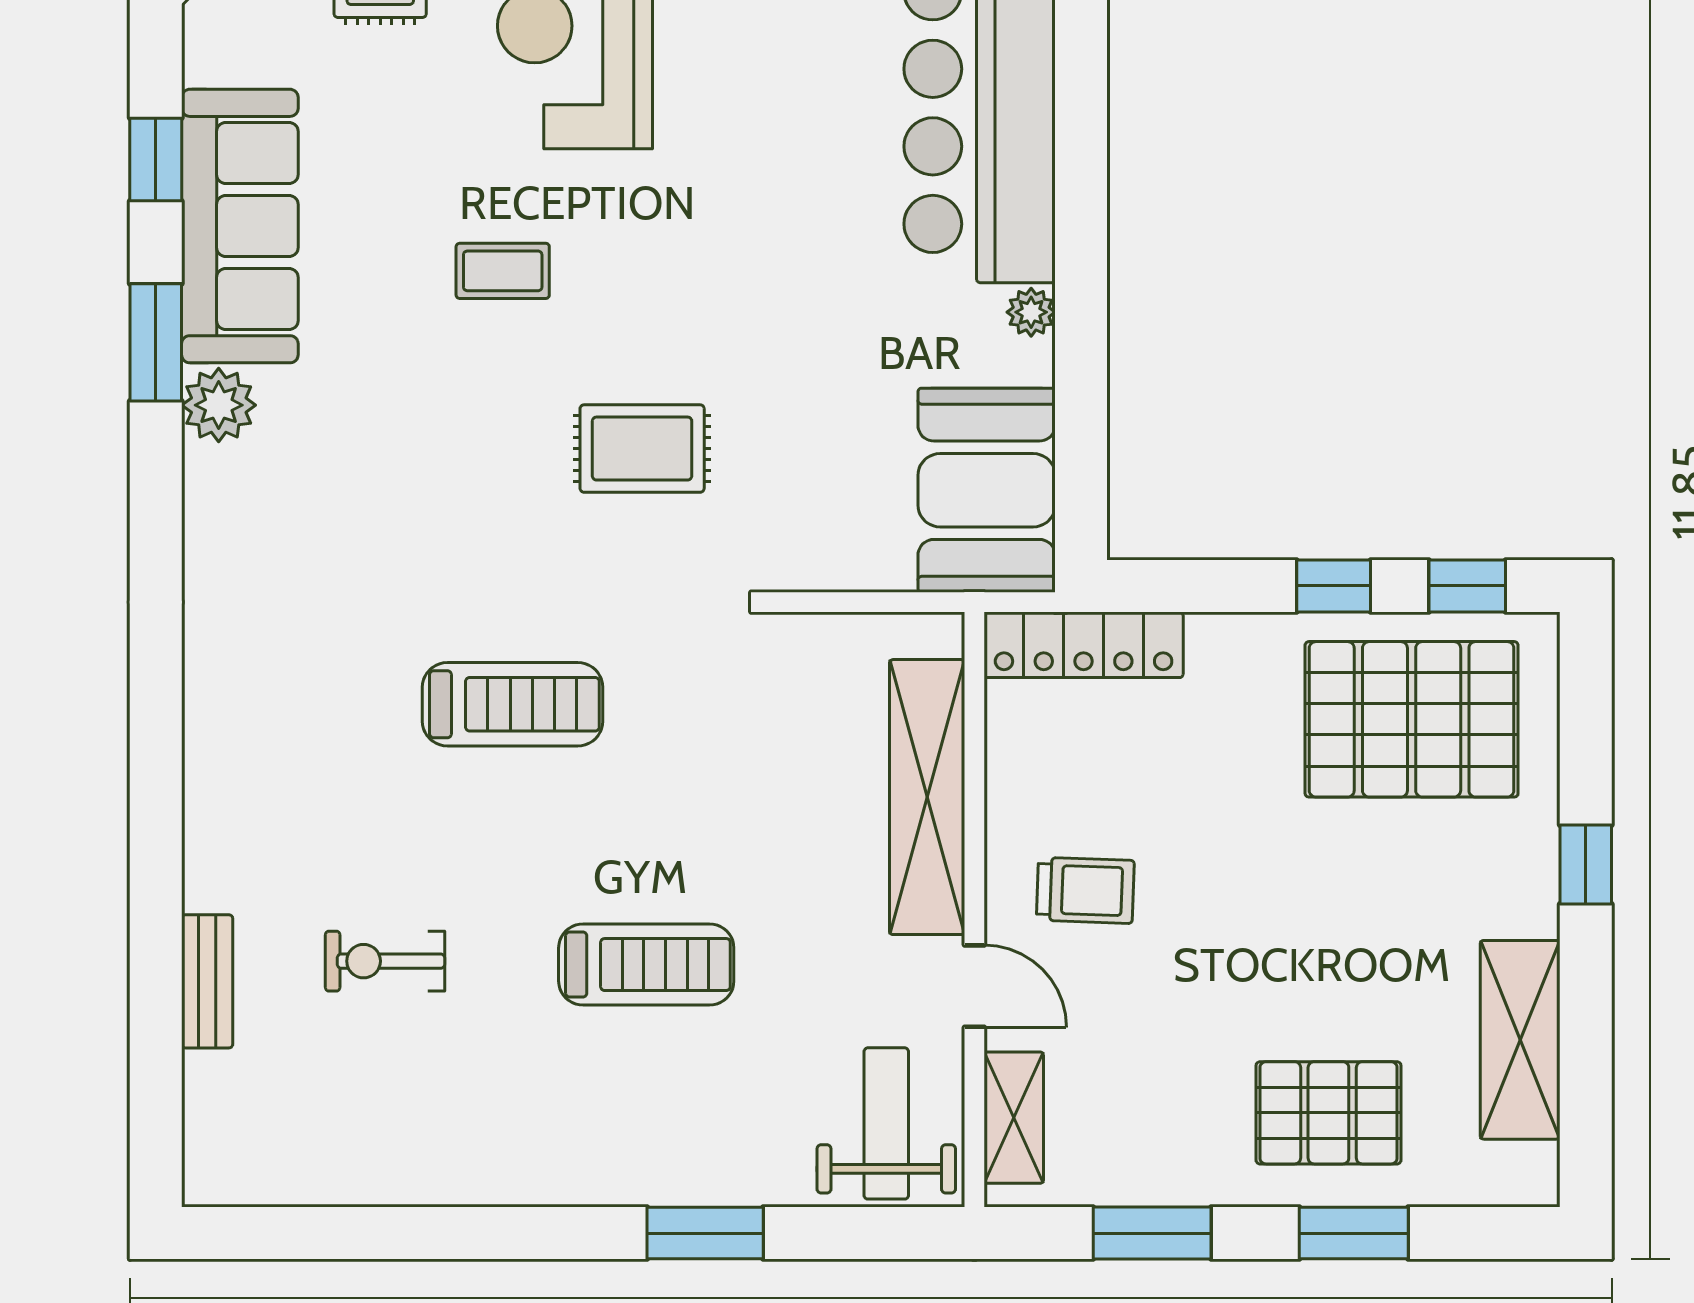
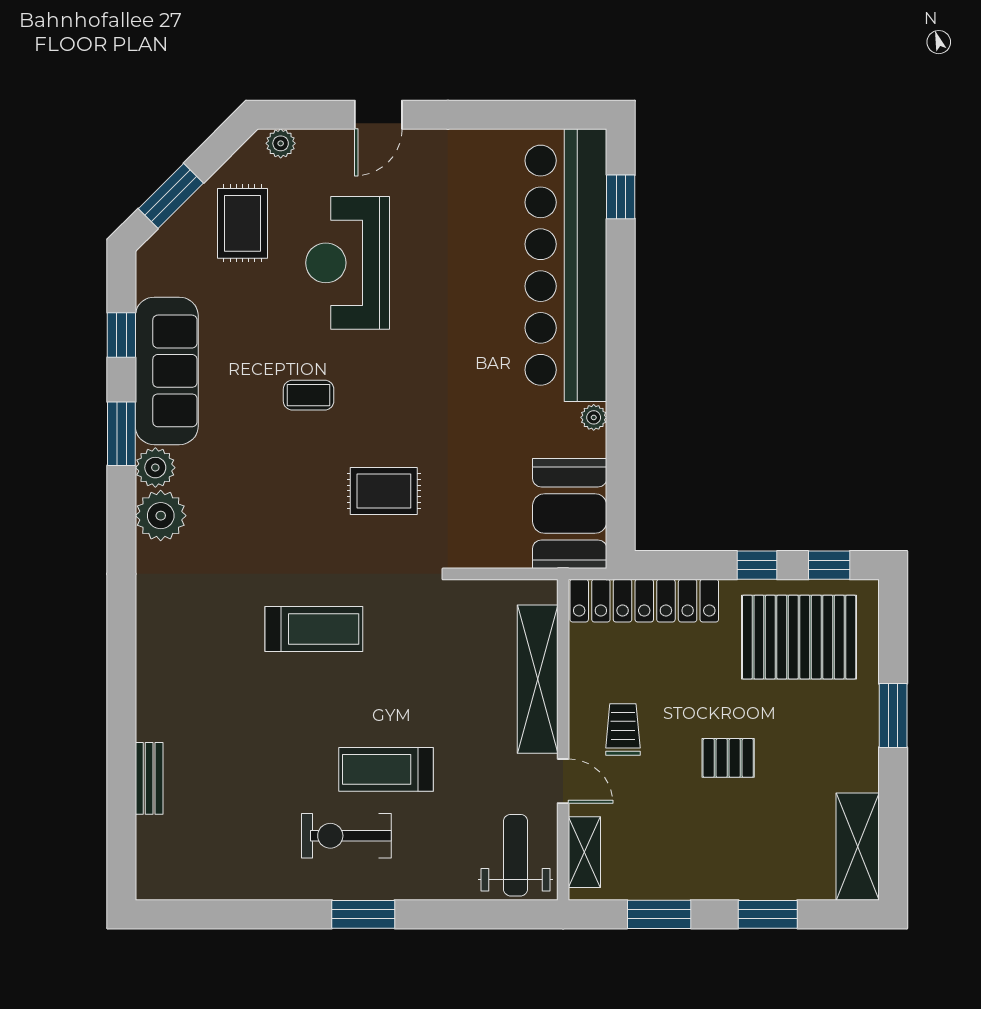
plant: (229, 494) -> (161, 516), added
locker: (1084, 645) -> (644, 601), width x1.41, depth x1.21
window: (1586, 865) -> (893, 715), width x1.50
trolley: (1085, 890) -> (623, 729), turned -92
exercise bike: (385, 961) -> (346, 836), moved, width x1.38, depth x1.39
treadmill: (646, 965) -> (386, 769), turned 180
shelving: (1520, 1040) -> (858, 847), moved
pallet: (1328, 1113) -> (728, 758), moved, width x0.67, depth x0.71
window: (705, 1233) -> (363, 914), moved

